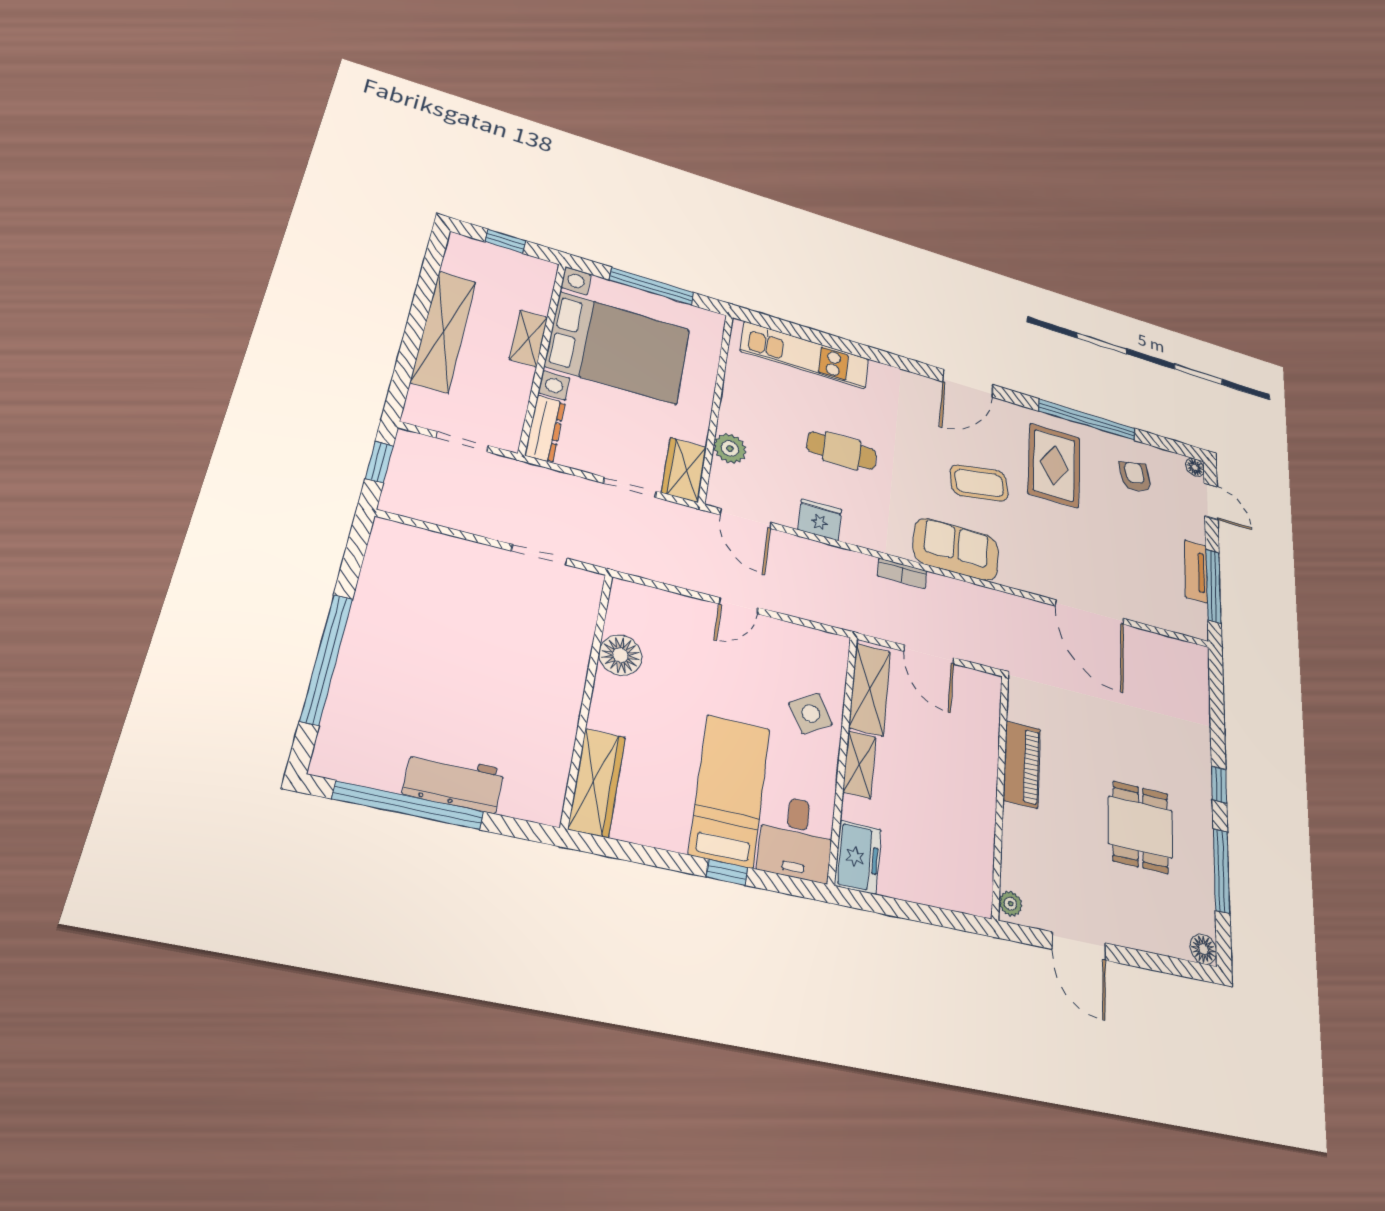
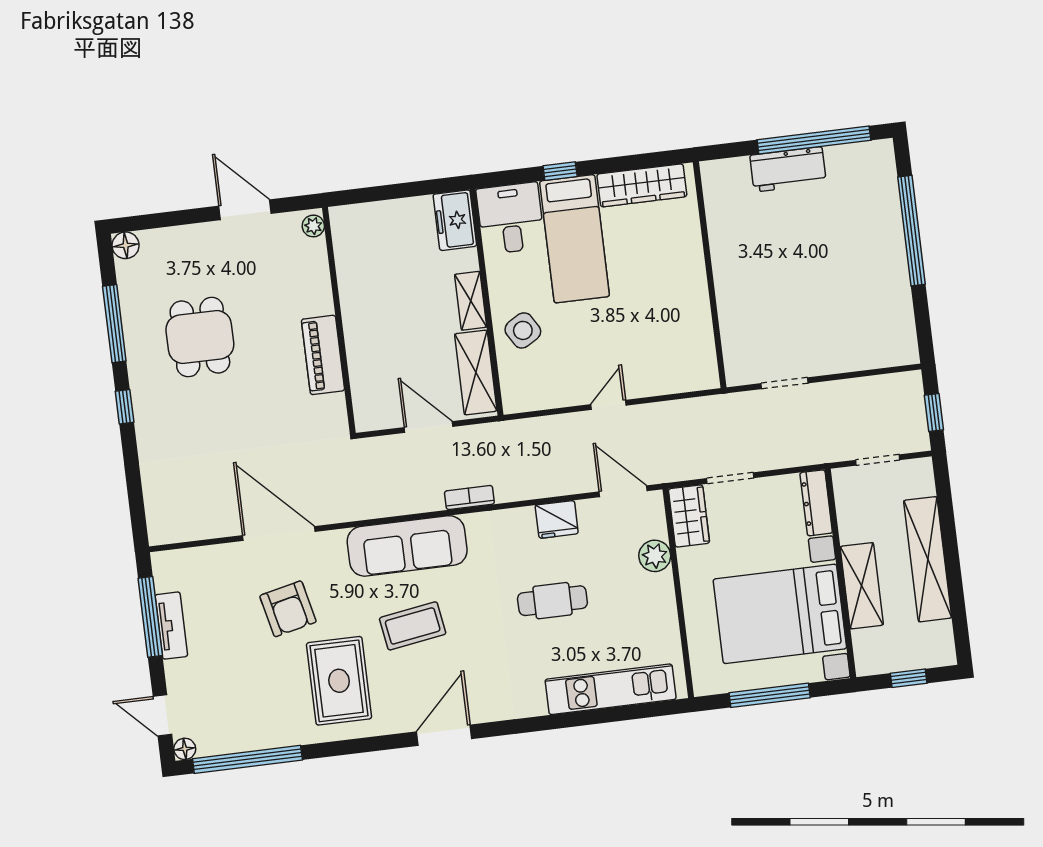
shelving: (528, 338) -> (862, 586), width x1.50, depth x1.33
window: (1087, 420) -> (247, 759), moved
armchair: (1135, 477) -> (288, 609), moved, width x1.38, depth x1.38
sofa: (956, 549) -> (407, 546), width x1.36
floor lamp: (620, 655) -> (694, 321), removed
wardrobe: (597, 783) -> (642, 185), moved, turned -90

